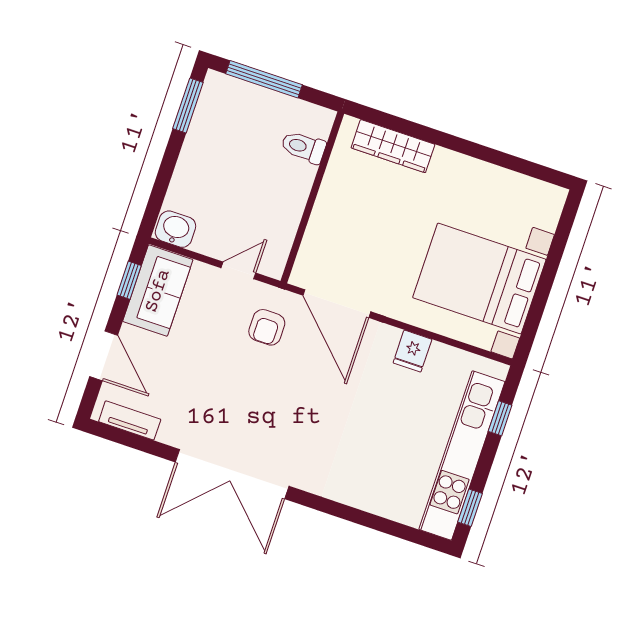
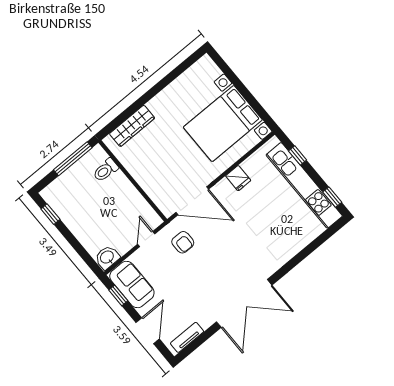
window: (264, 79) -> (73, 159), moved
window: (188, 105) -> (50, 214), width x0.67
door: (104, 356) -> (148, 331), hinge flipped

